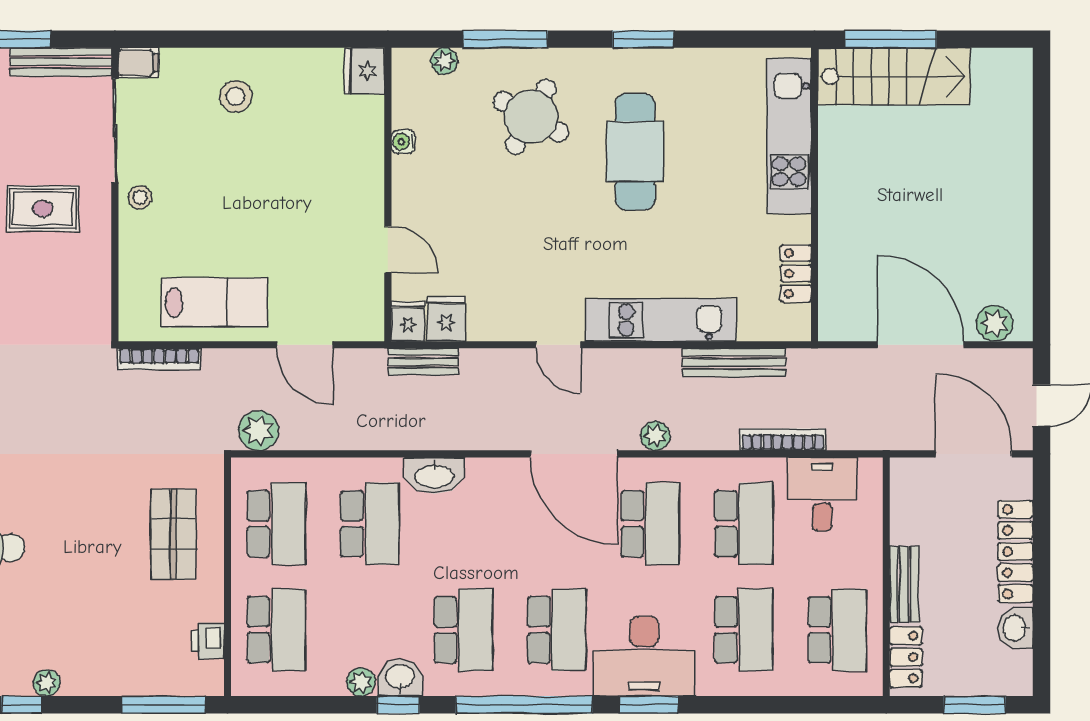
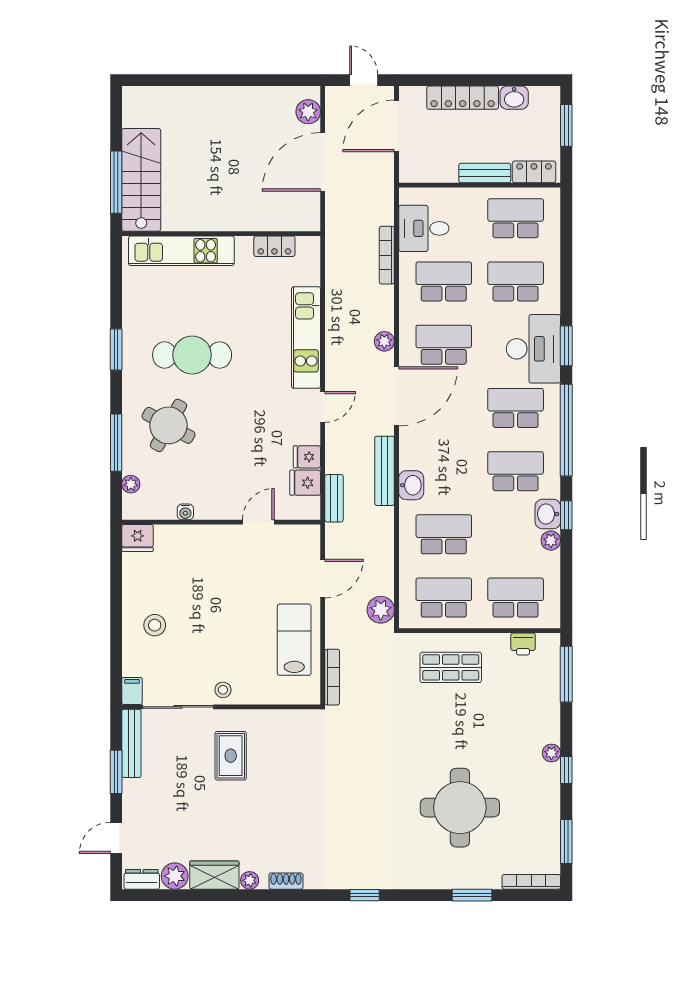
fridge: (408, 321) -> (307, 457), moved
bench: (734, 362) -> (384, 471), moved
washbasin: (434, 476) -> (411, 485), width x0.72

